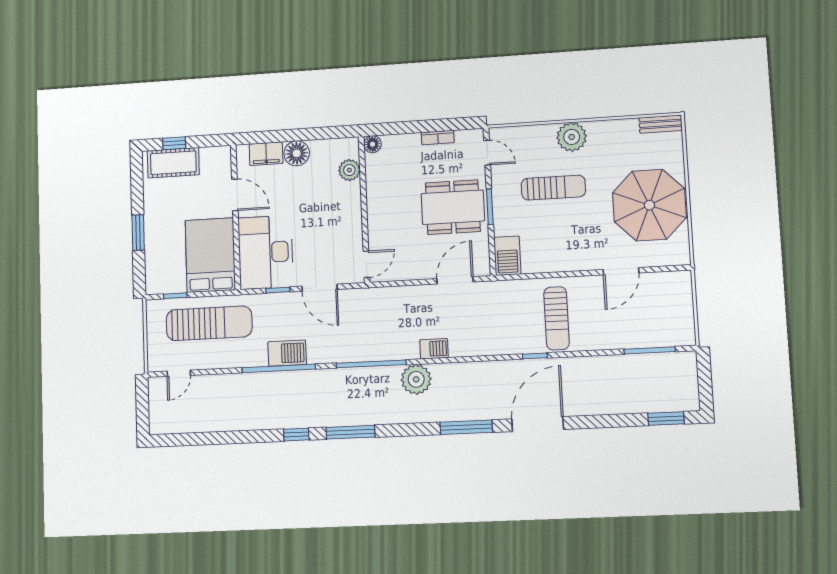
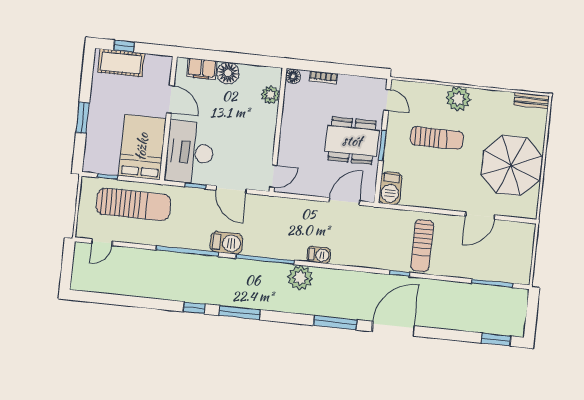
bookcase: (438, 138) -> (323, 78), moved
barbecue: (287, 353) -> (226, 243), moved

